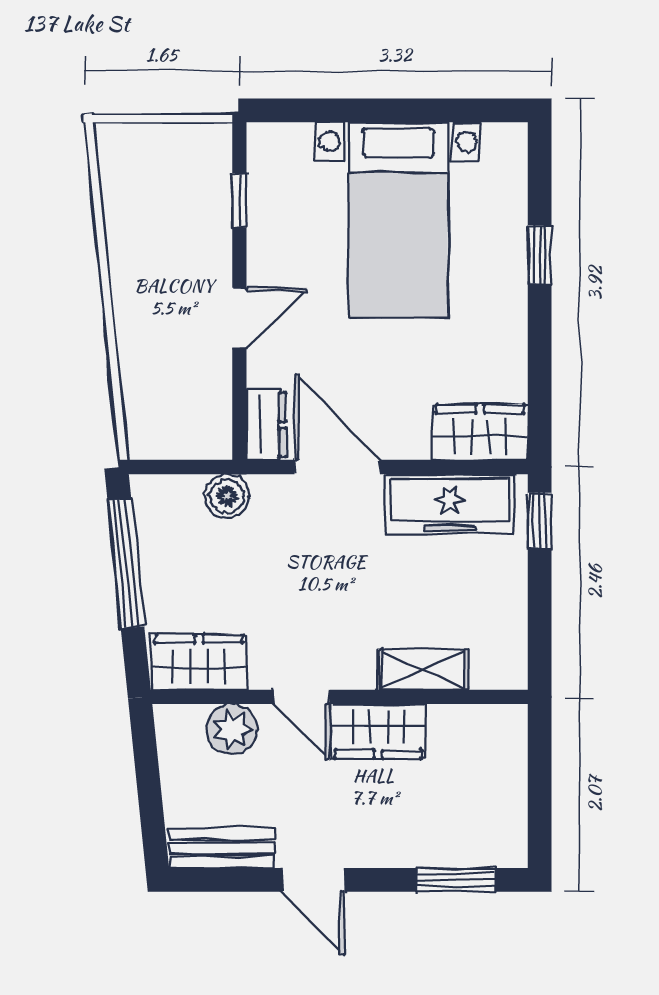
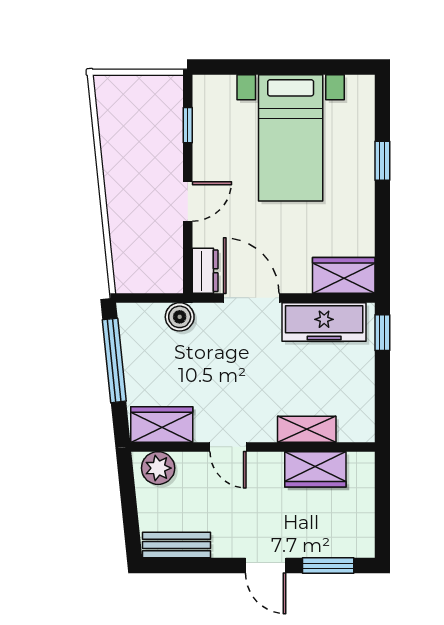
plant: (232, 729) -> (158, 468), moved
wardrobe: (378, 731) -> (315, 469), moved
door: (313, 880) -> (266, 566), moved

